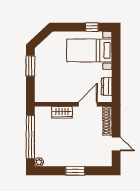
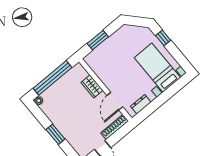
window: (92, 27) -> (163, 38), moved
window: (30, 66) -> (98, 40), moved
door: (88, 104) -> (115, 101), swing flipped

